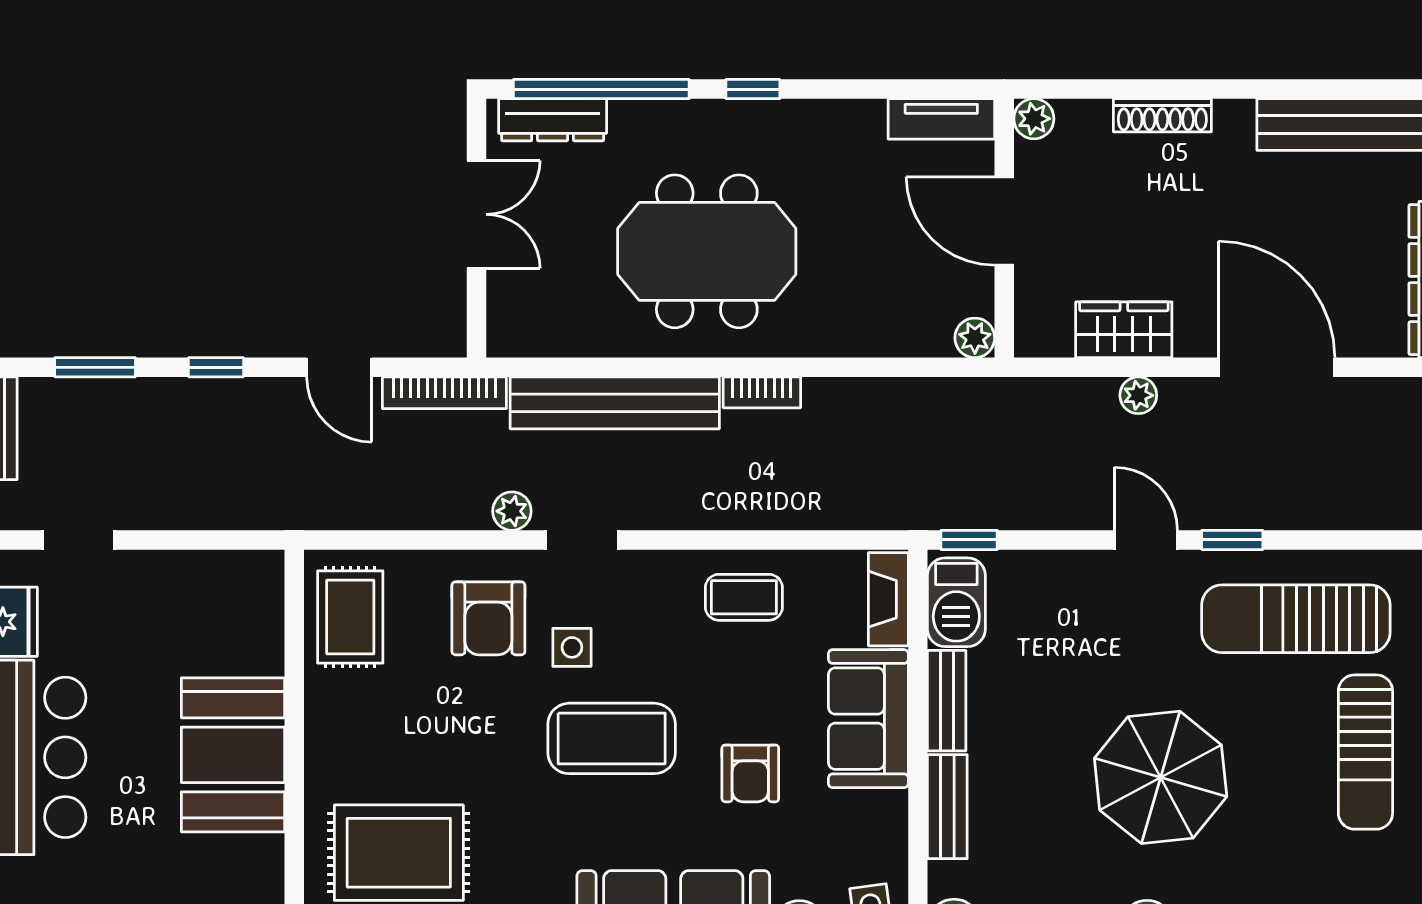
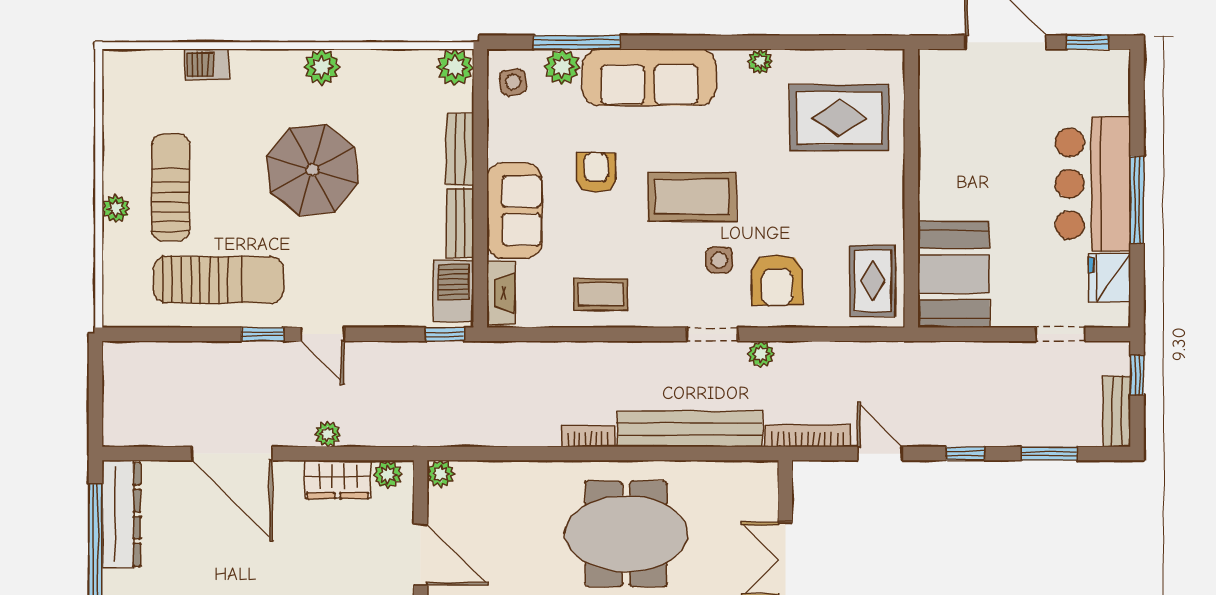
plant: (1051, 337) -> (388, 474), added
armchair: (488, 618) -> (777, 280), turned 180
booth: (233, 755) -> (954, 274), moved

